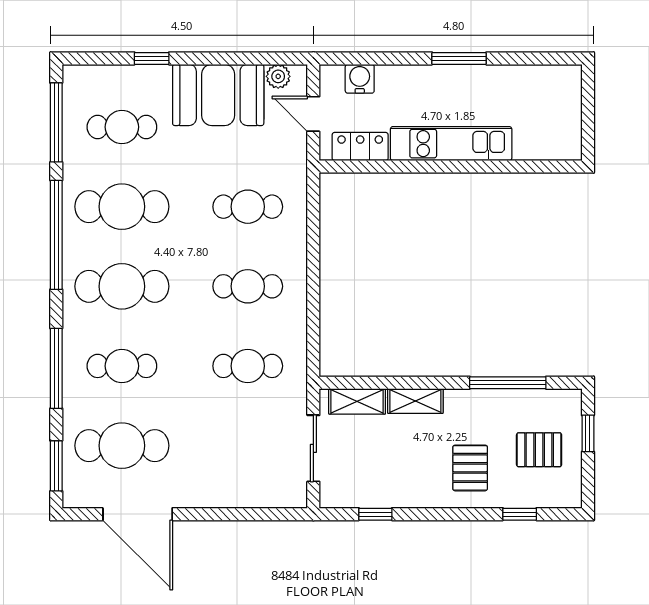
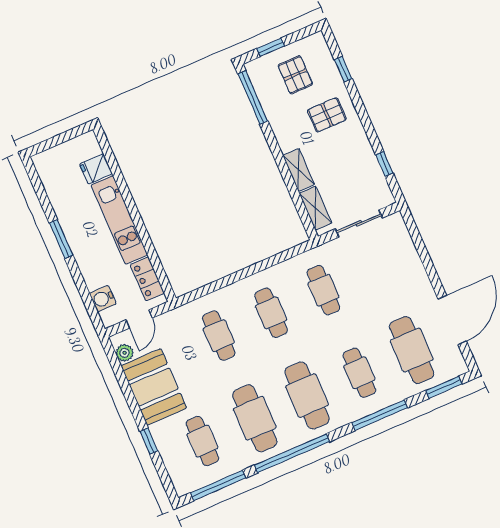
fridge: (530, 142) -> (96, 169), added
window: (508, 383) -> (253, 97), moved

